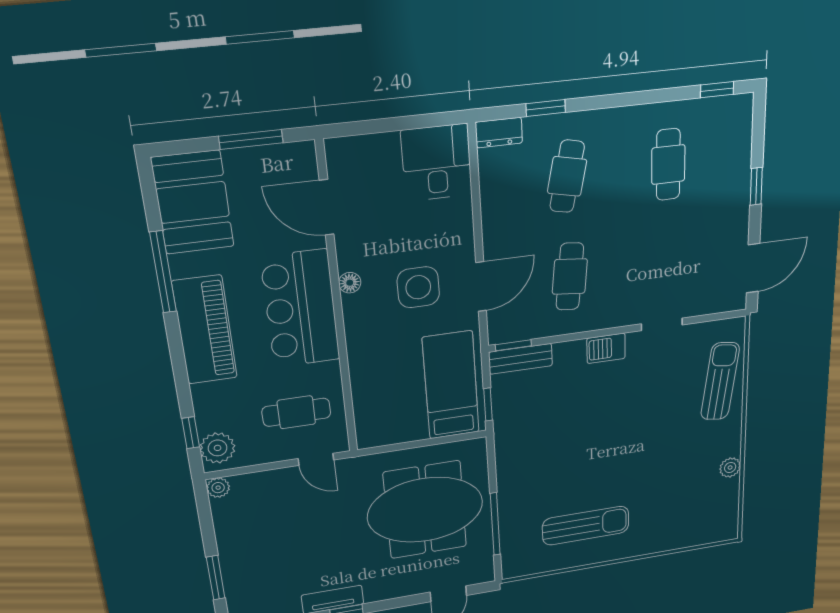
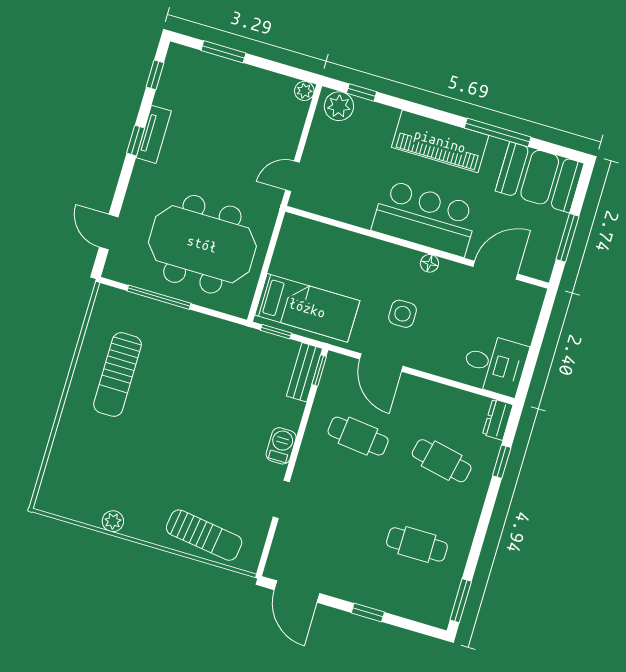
window: (717, 90) -> (461, 601), width x1.50
side table: (418, 287) -> (403, 314), width x0.73, depth x0.73
cafe table: (296, 412) -> (341, 179), removed
meeting table: (425, 510) -> (202, 244), turned 90

